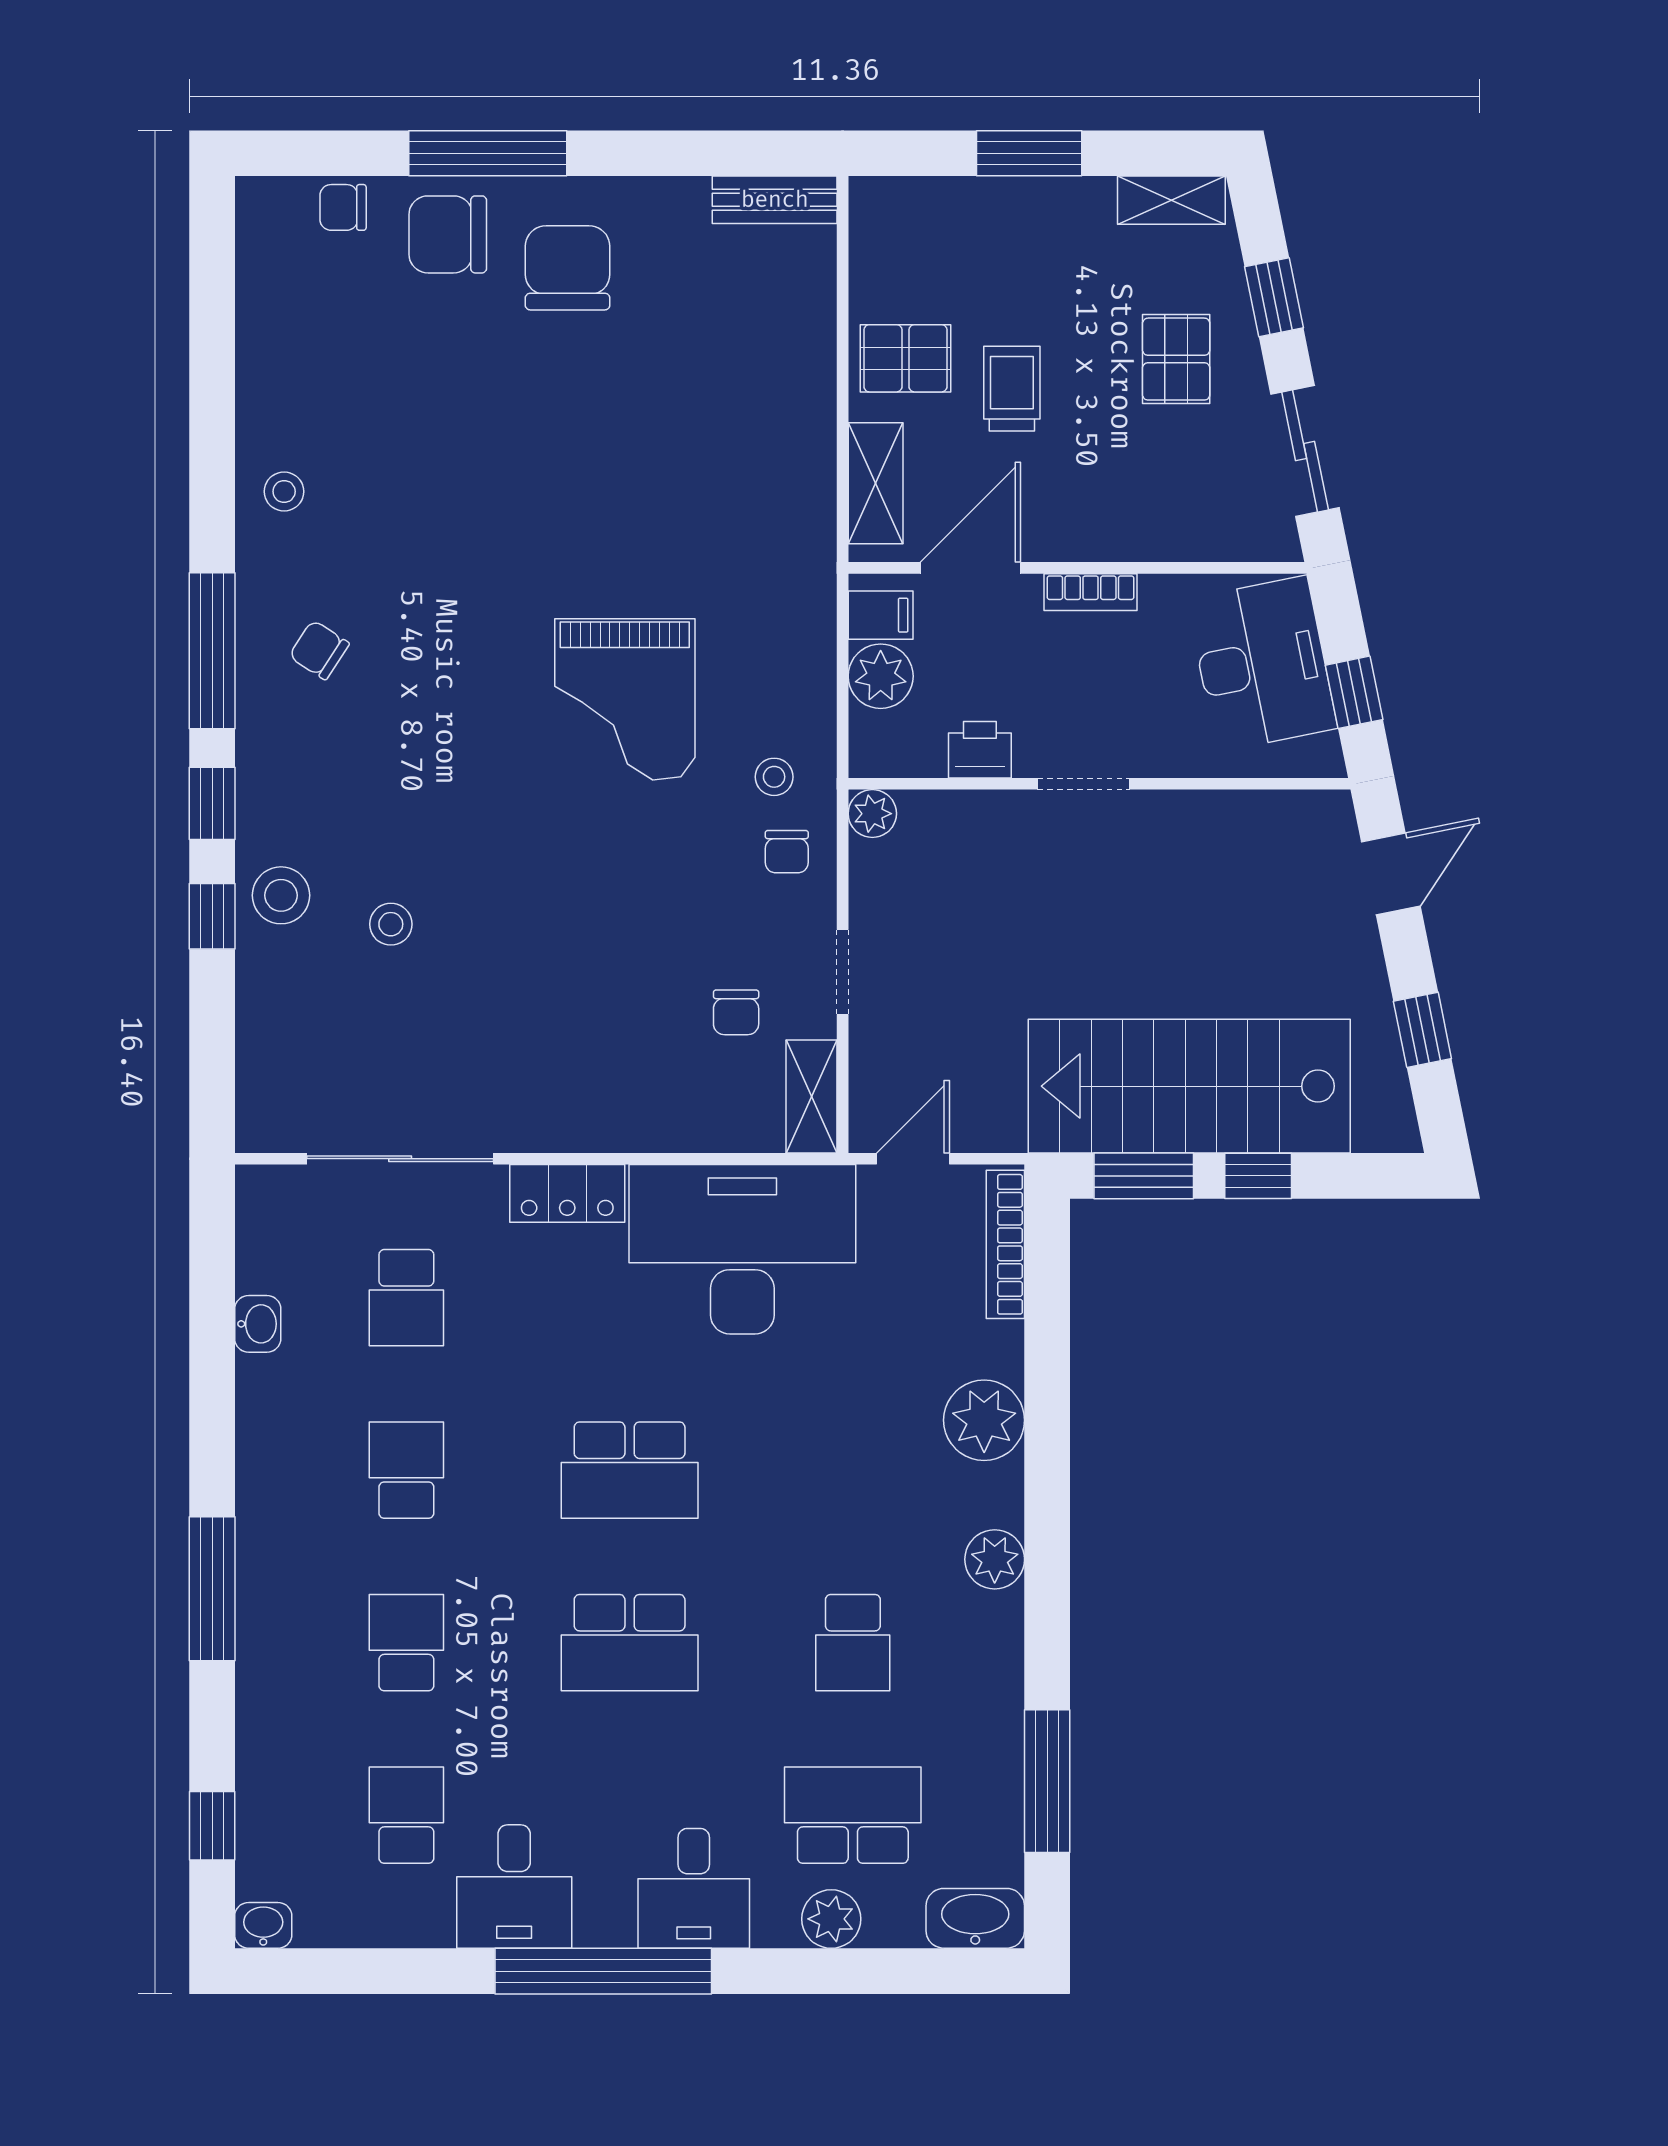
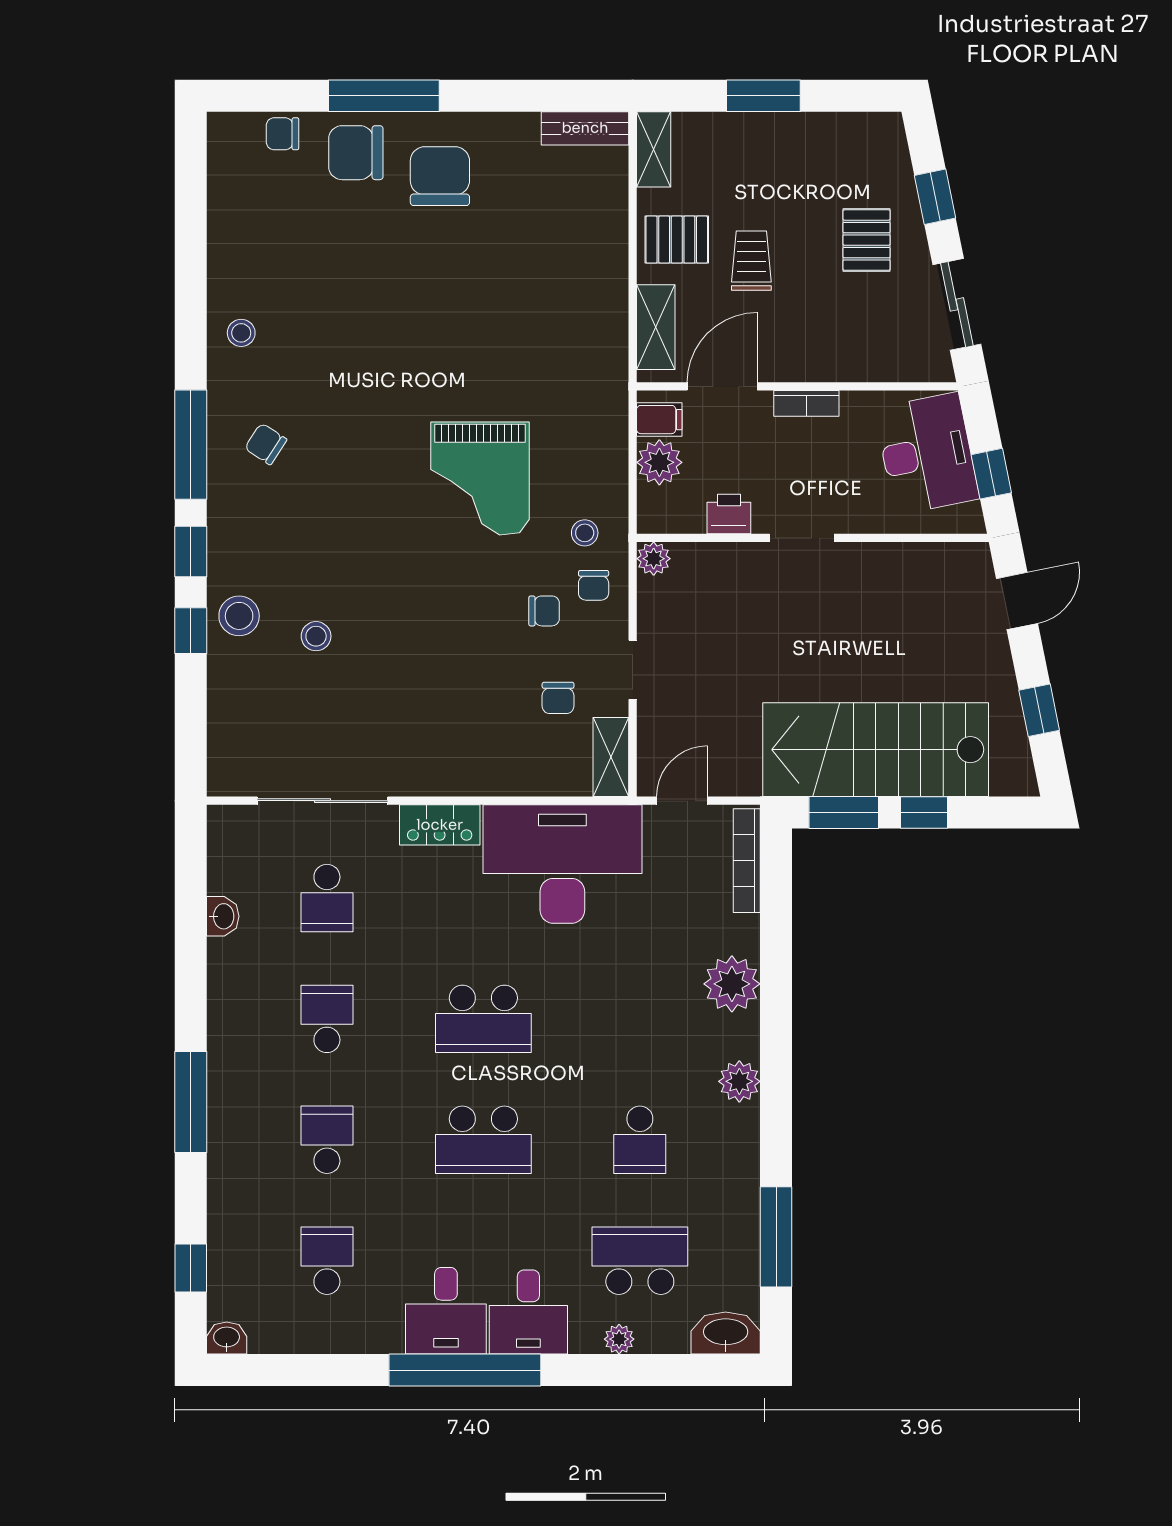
shelving: (1171, 200) -> (654, 149), moved, turned 90
chair: (716, 888) -> (544, 611), added
desk: (514, 1887) -> (446, 1311), moved
plant: (831, 1919) -> (619, 1339), width x0.73, depth x0.73

